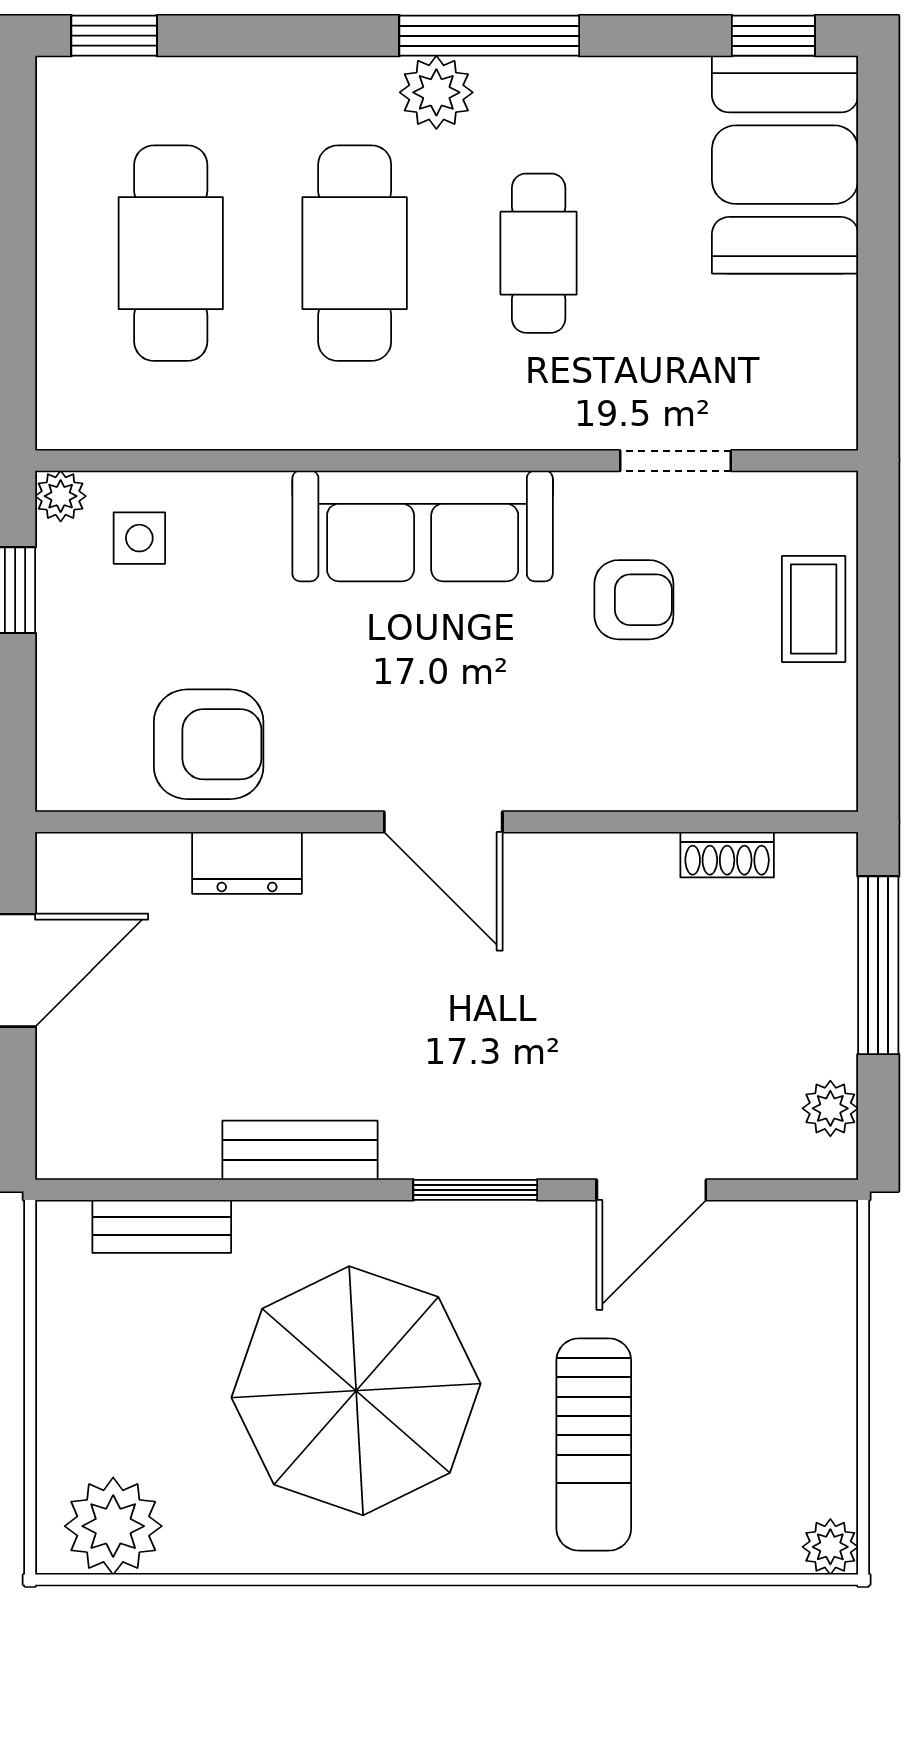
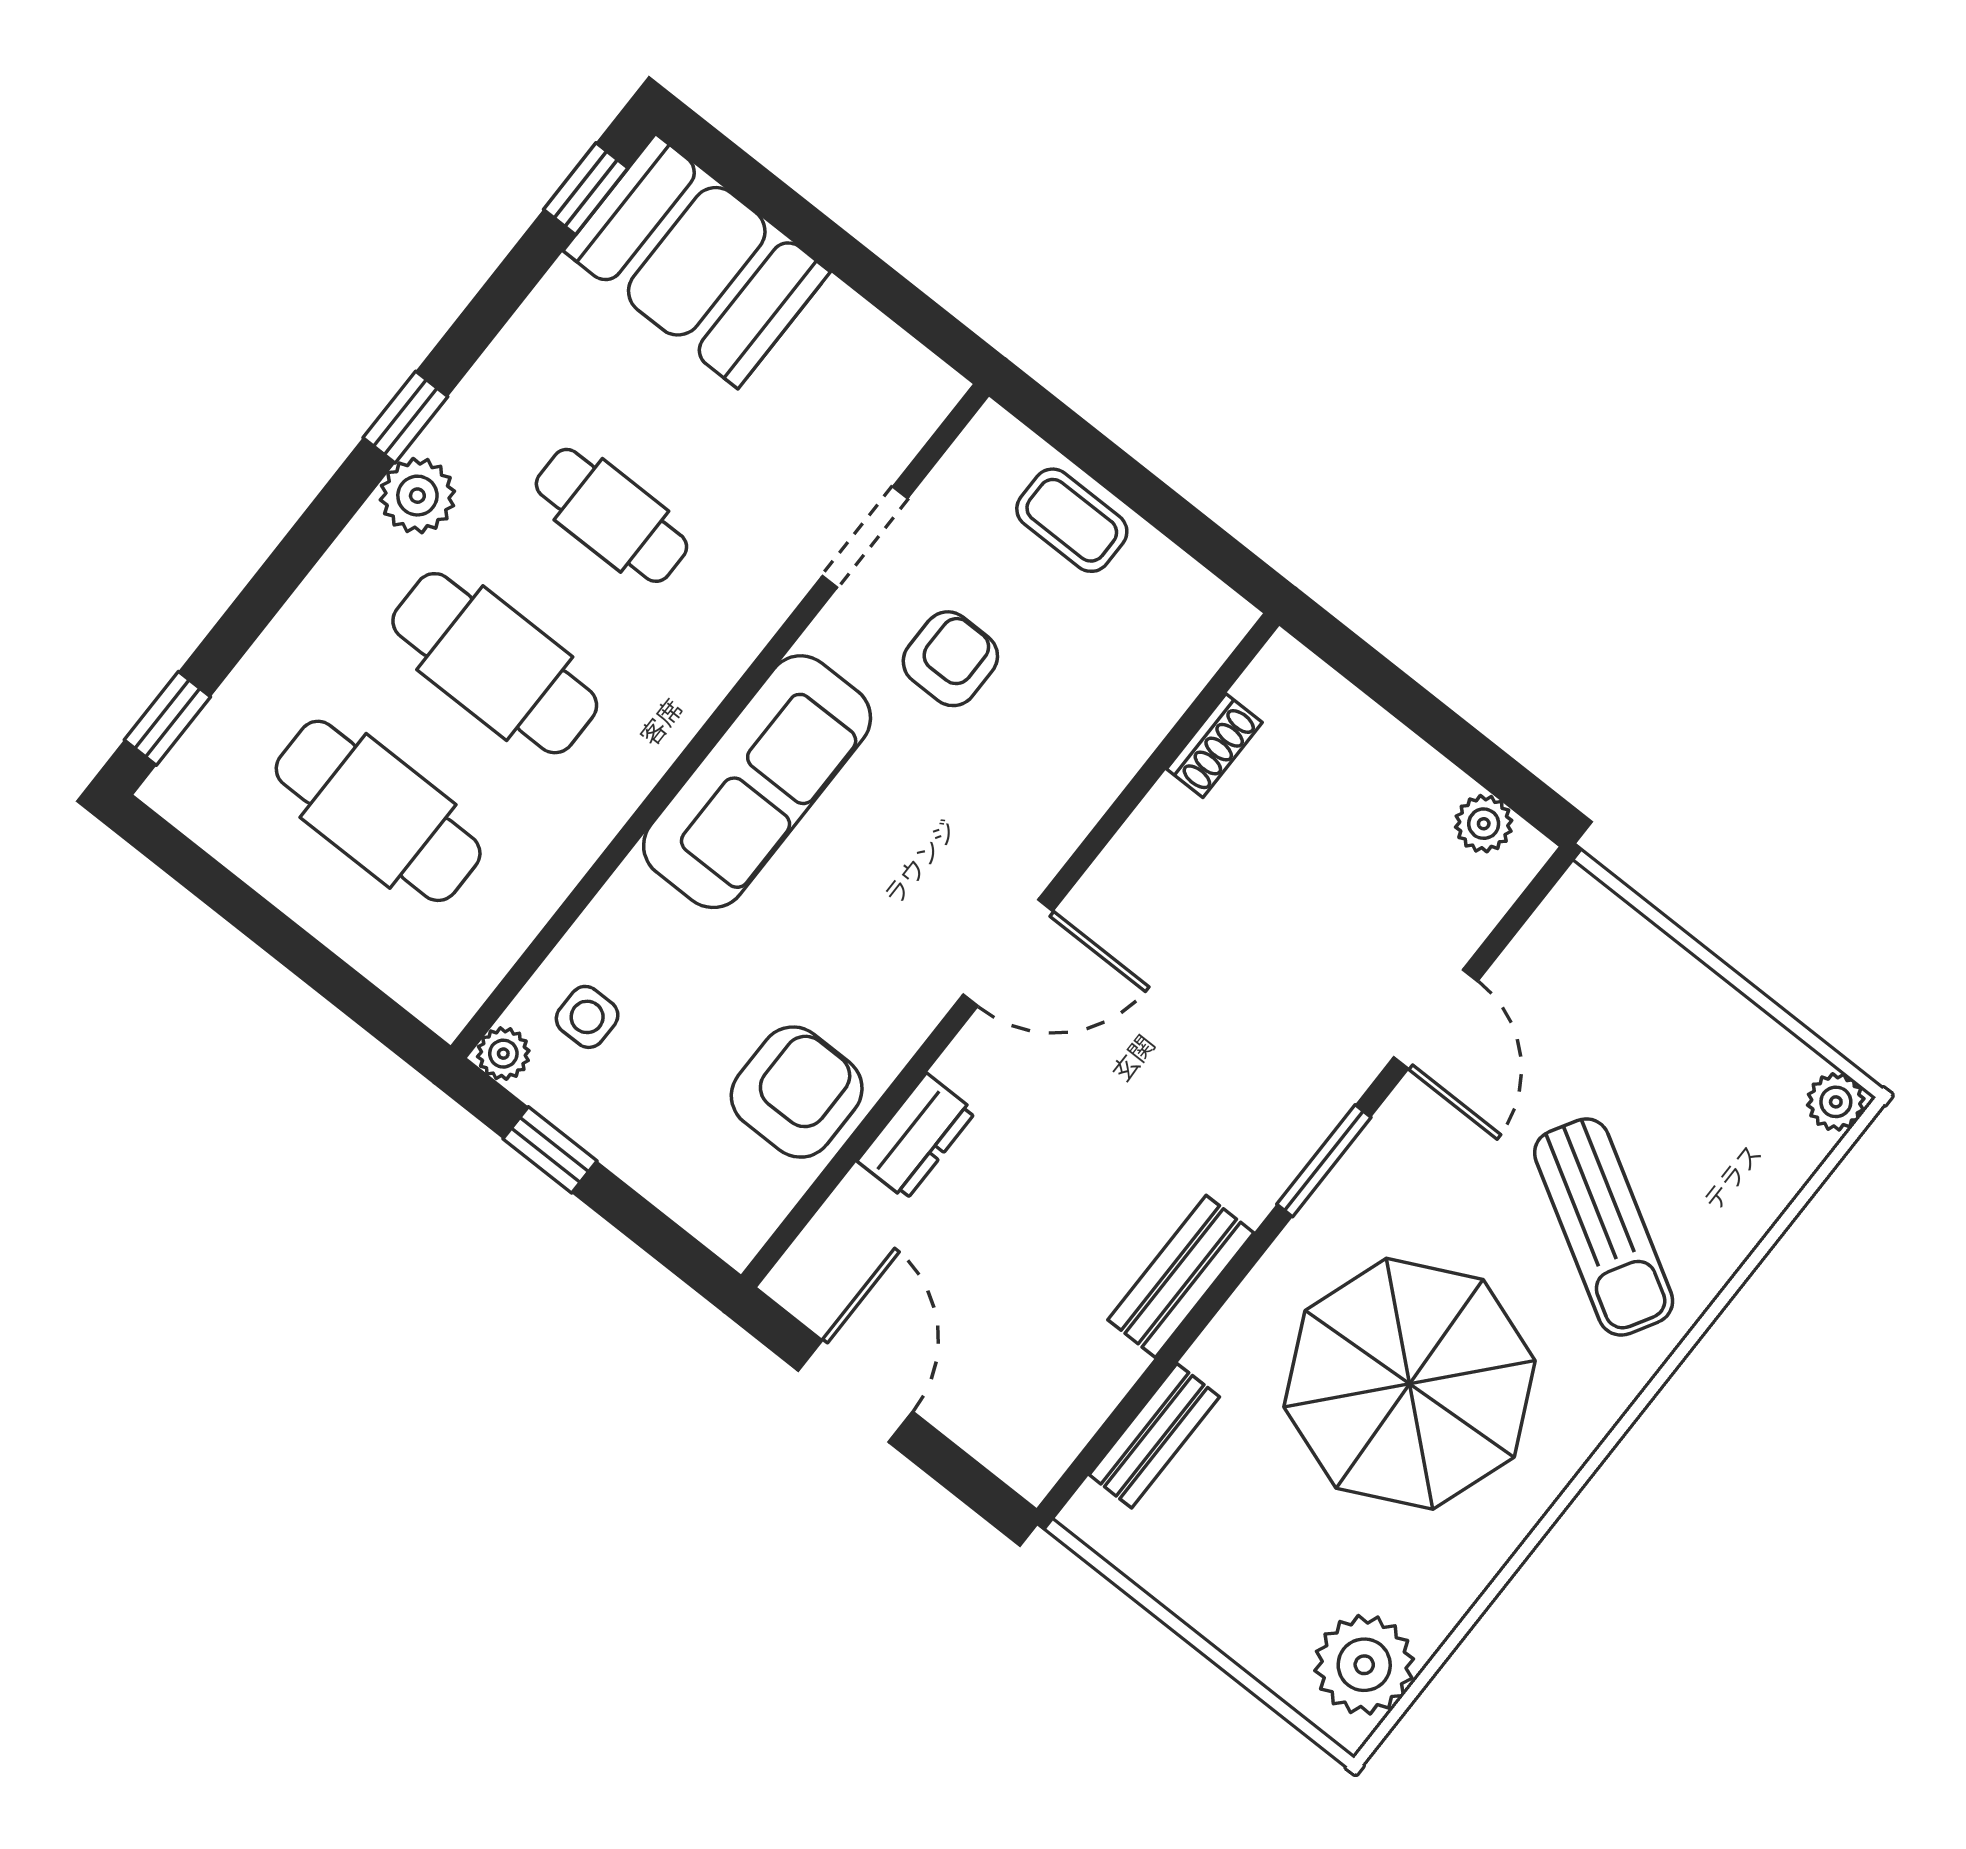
window: (489, 36) -> (405, 417), width x0.46
window: (878, 965) -> (1399, 694), removed
sun lounger: (594, 1445) -> (1604, 1227), turned 30

